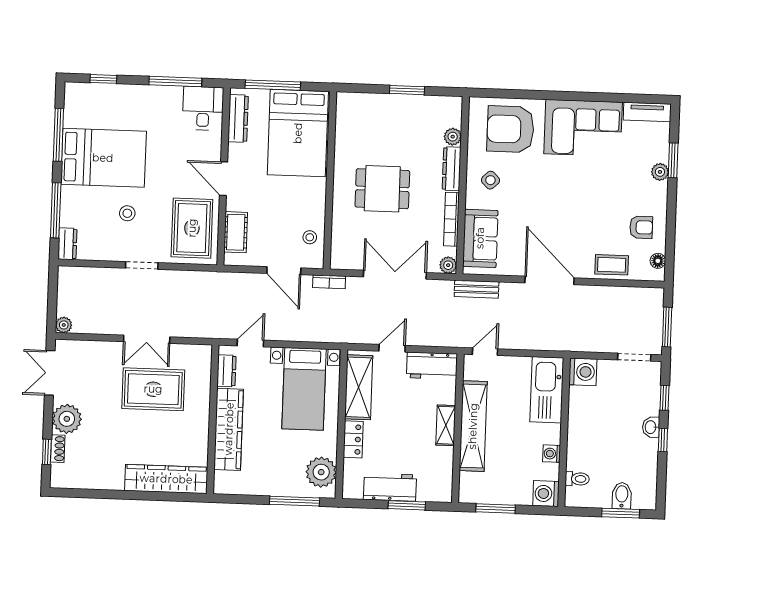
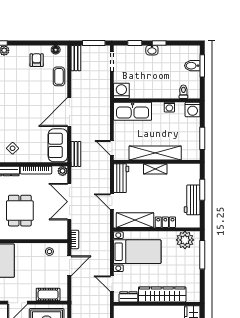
sofa: (480, 238) -> (58, 145), moved, turned -90
bench: (642, 295) -> (76, 58), added

